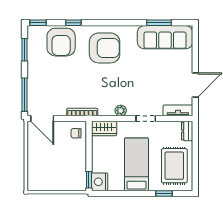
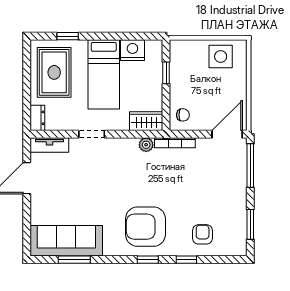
window: (38, 23) -> (148, 260), moved
armchair: (61, 42) -> (203, 234), width x0.53, depth x0.53
plant: (121, 110) -> (146, 145), moved
door: (42, 119) -> (227, 134), hinge flipped
side table: (47, 178) -> (221, 57), added
window: (89, 180) -> (166, 73), moved
nightstand: (100, 182) -> (132, 50), moved, turned -90

